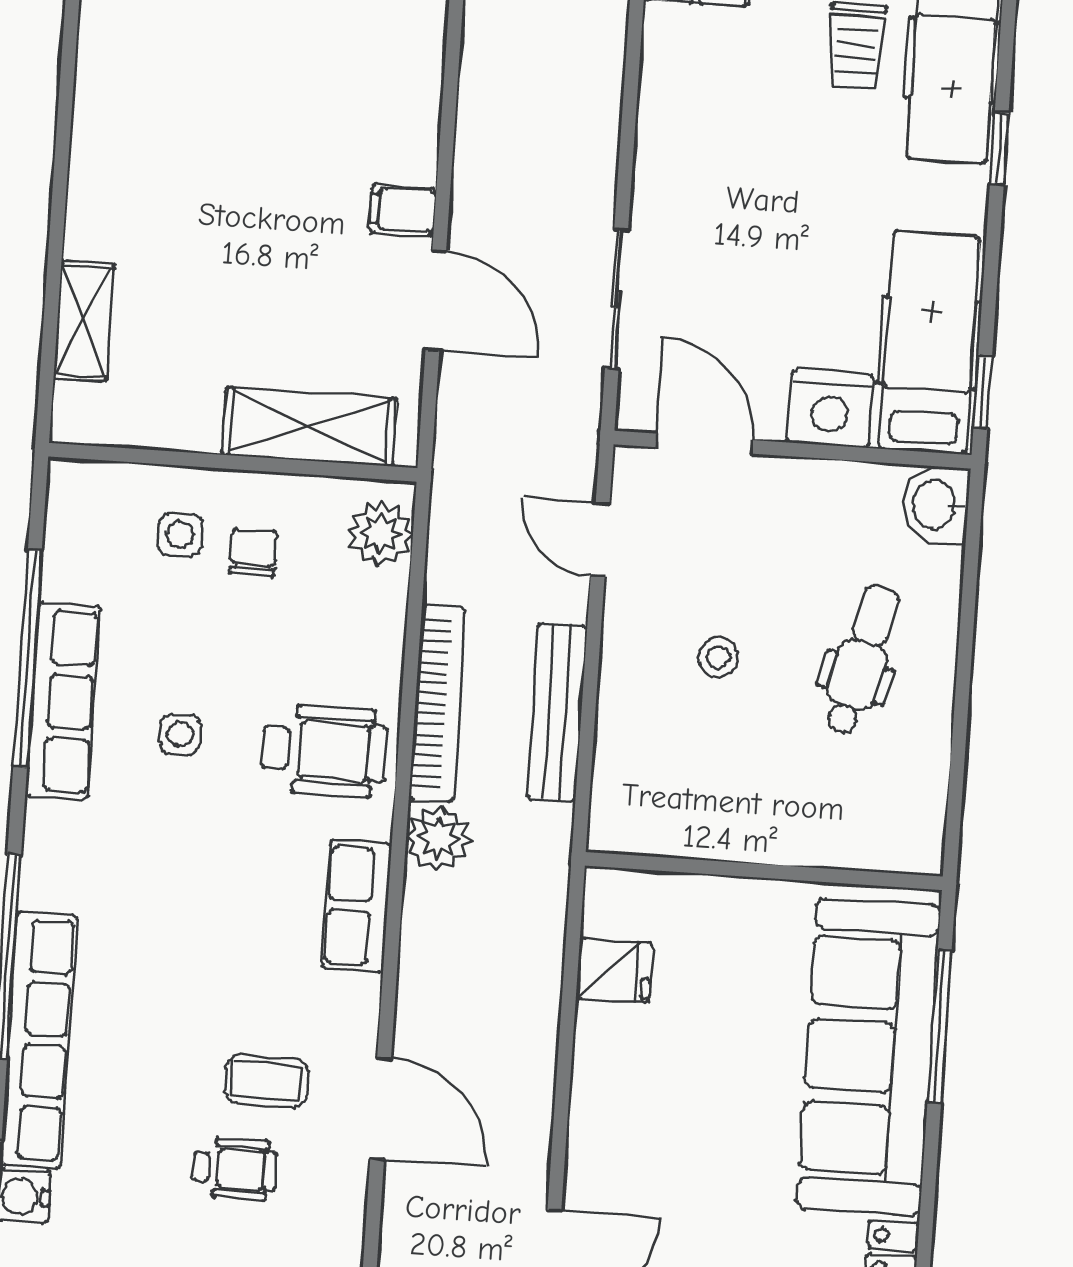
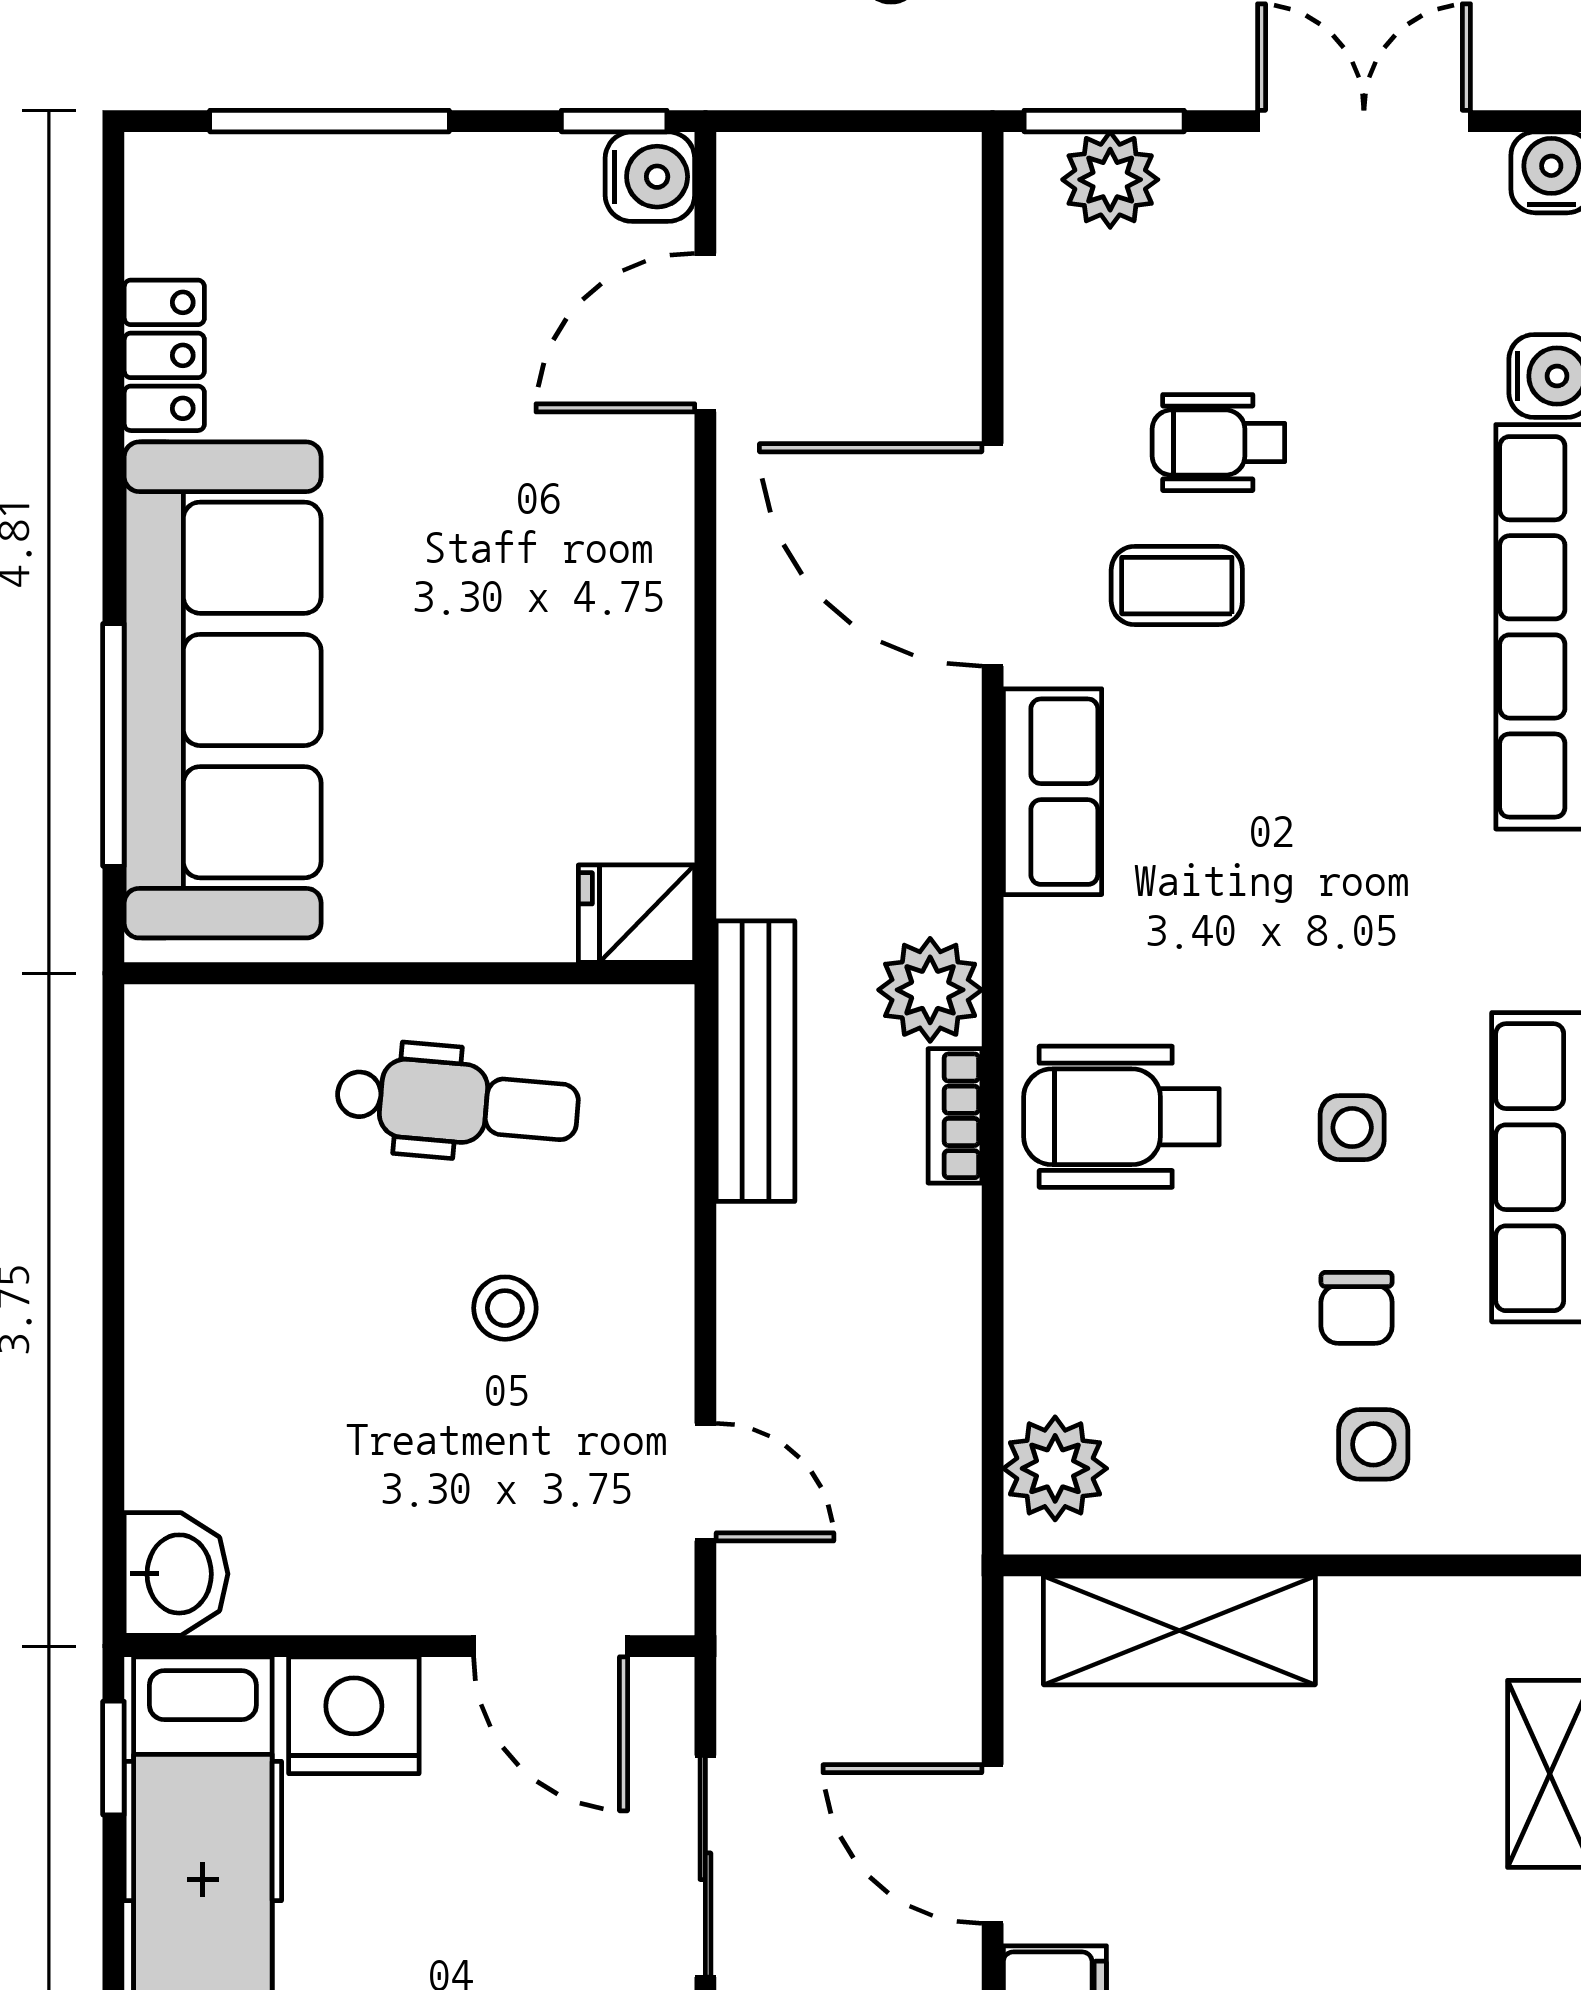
chair: (253, 553) -> (1357, 1308), moved
dental chair: (862, 660) -> (457, 1103), moved, turned -99
bookcase: (437, 704) -> (955, 1116), width x0.43, depth x0.76
bench: (557, 712) -> (756, 1061), moved
row of seats: (357, 906) -> (1053, 792), moved
fridge: (614, 971) -> (637, 914), moved
door: (381, 1108) -> (993, 555), width x1.36

